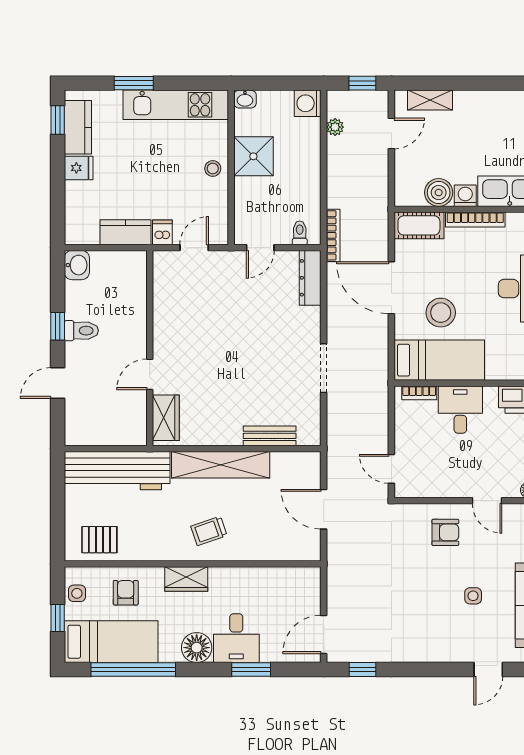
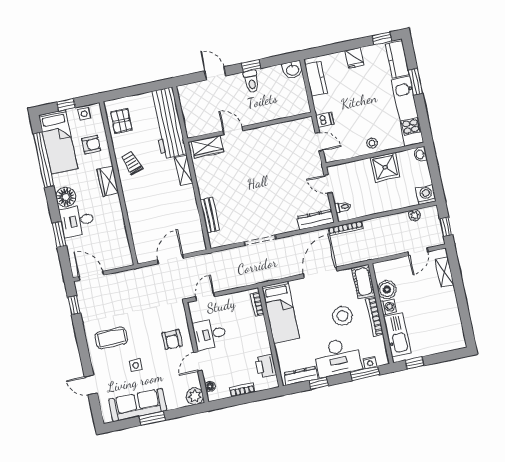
kitchen counter: (78, 127) -> (397, 59), moved, turned 90
door: (391, 134) -> (418, 252), hinge flipped
kitchen counter: (126, 232) -> (316, 79), moved
stool: (441, 313) -> (343, 316), moved
desk: (460, 410) -> (210, 334), moved, turned 180
shelving: (221, 465) -> (184, 170), width x0.45, depth x0.75
trolley: (209, 531) -> (132, 163), moved
coffee table: (424, 624) -> (111, 338), added

